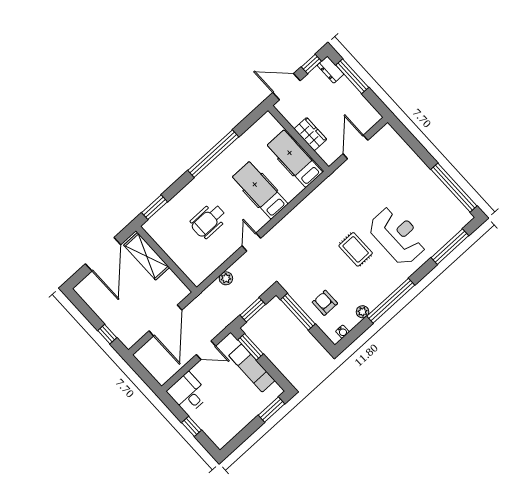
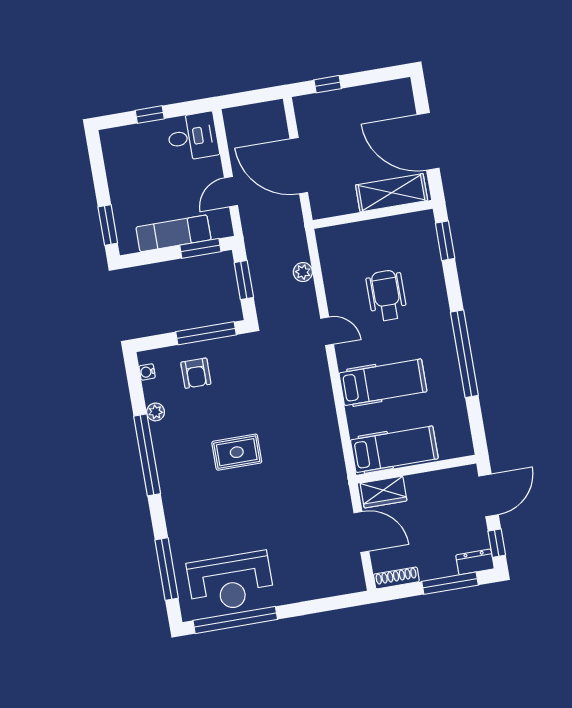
shoe rack: (369, 109) -> (396, 578), added
wardrobe: (310, 134) -> (384, 492), moved
reception desk: (397, 236) -> (230, 582), moved
armchair: (325, 303) -> (196, 373), turned 90

